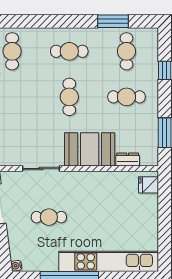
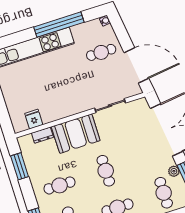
fridge: (148, 185) -> (34, 119), moved, turned -90
cafe table: (49, 217) -> (101, 52), moved

